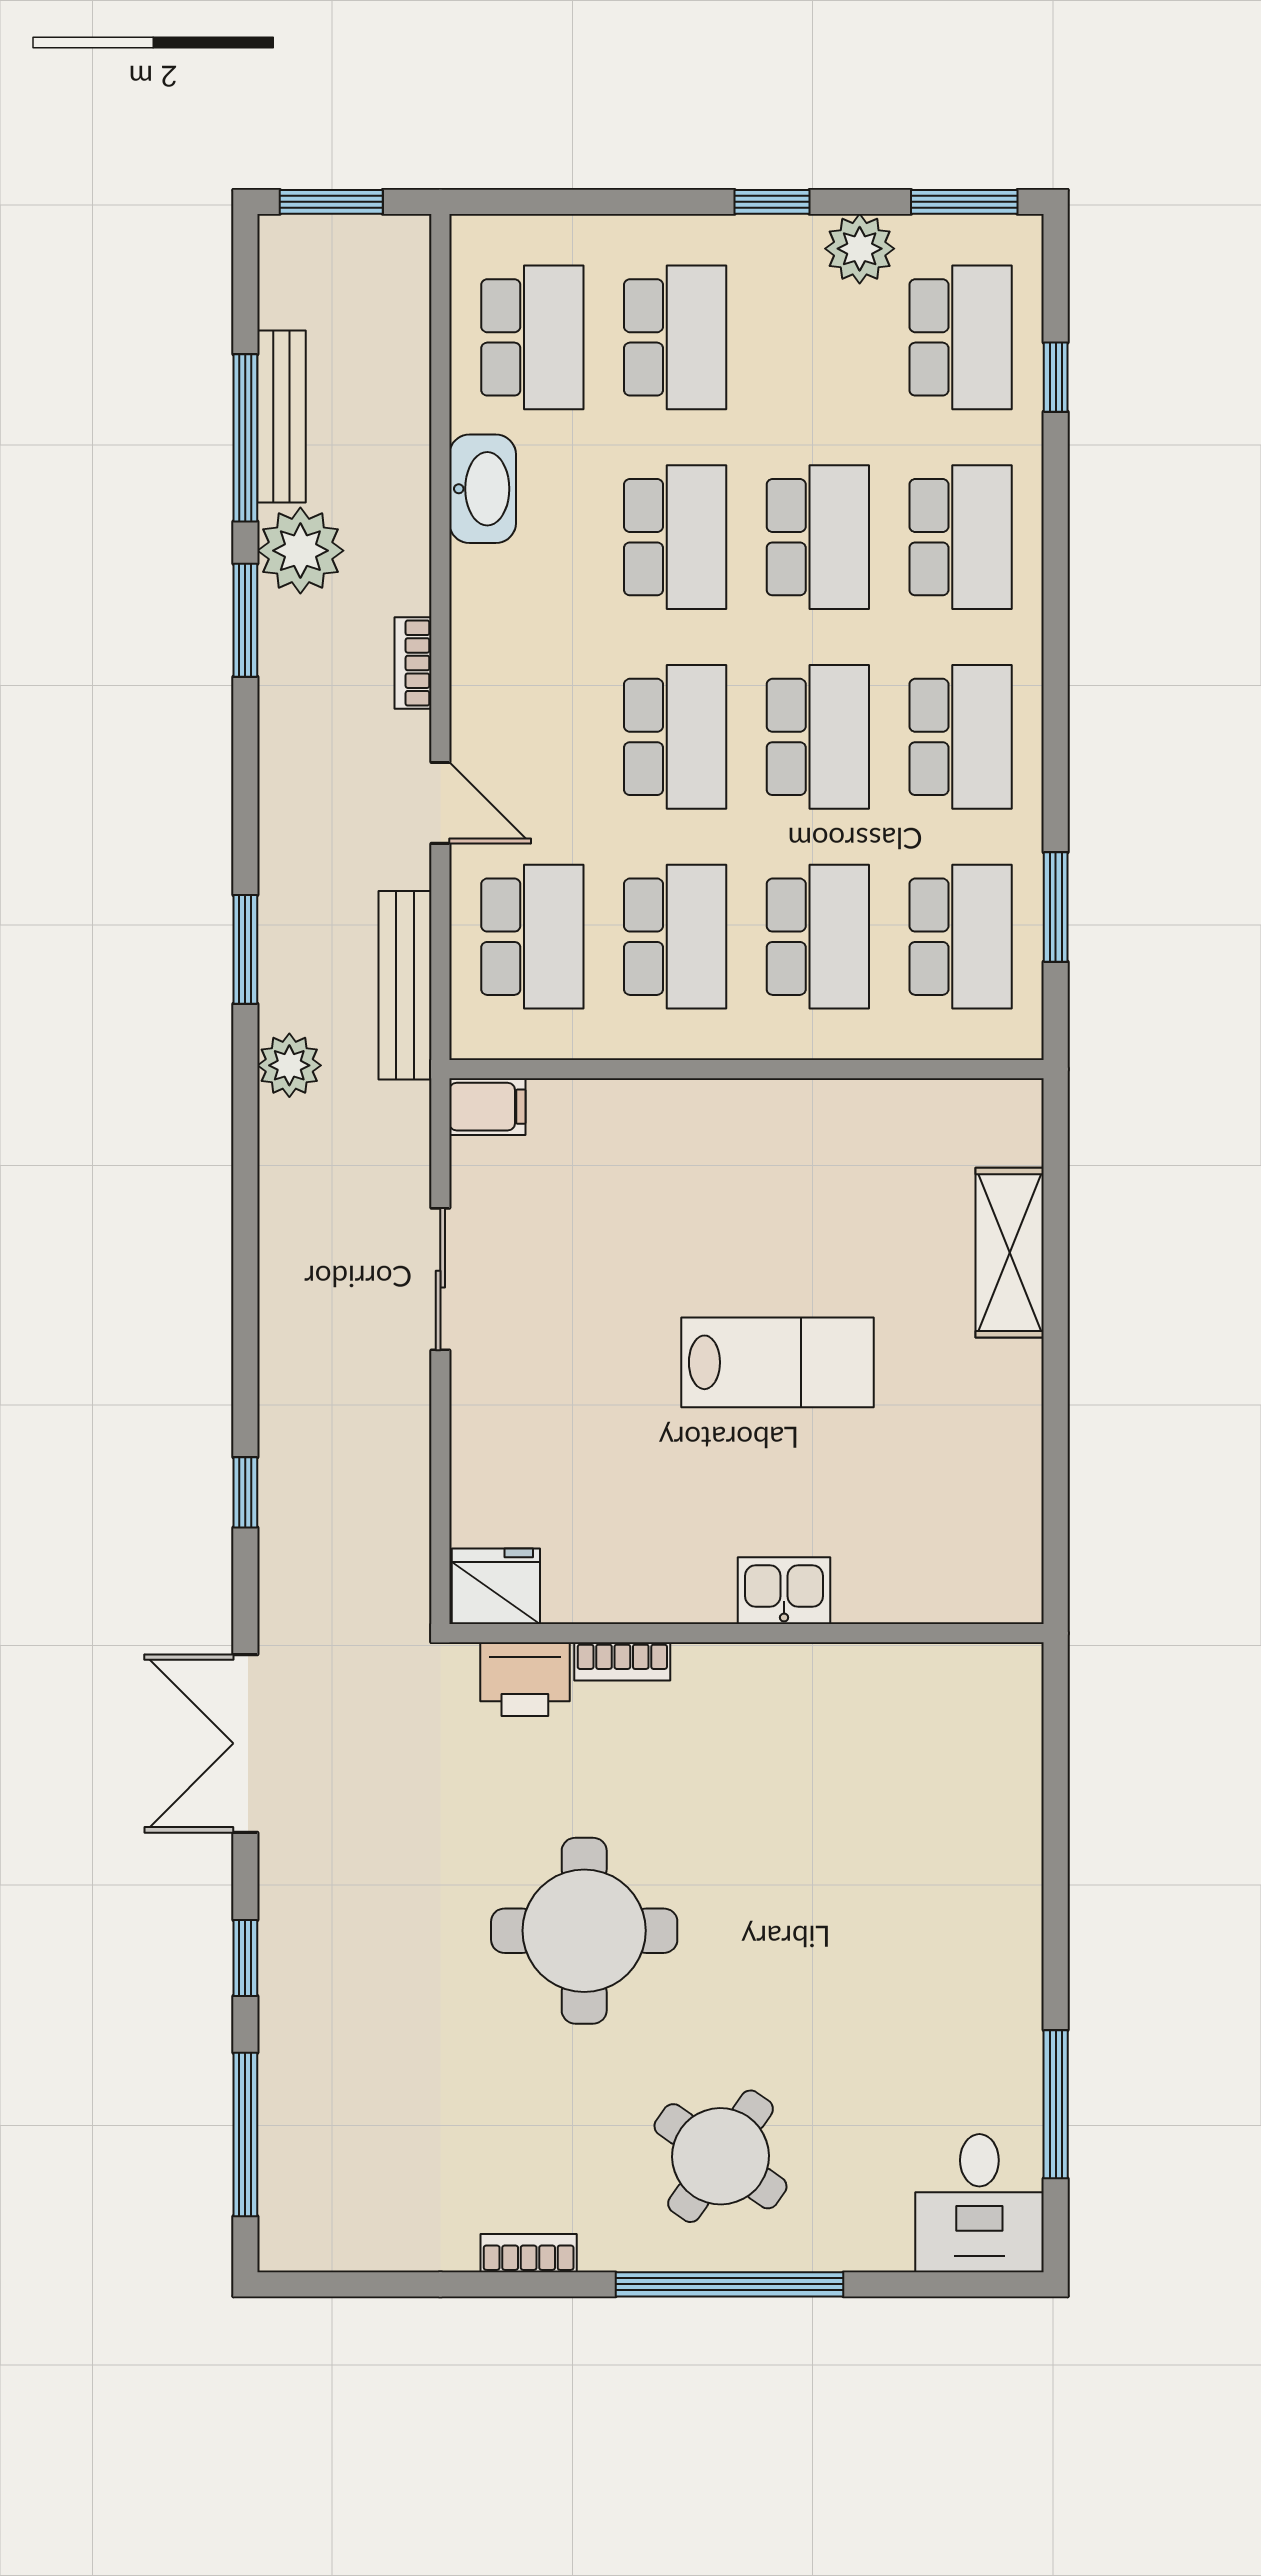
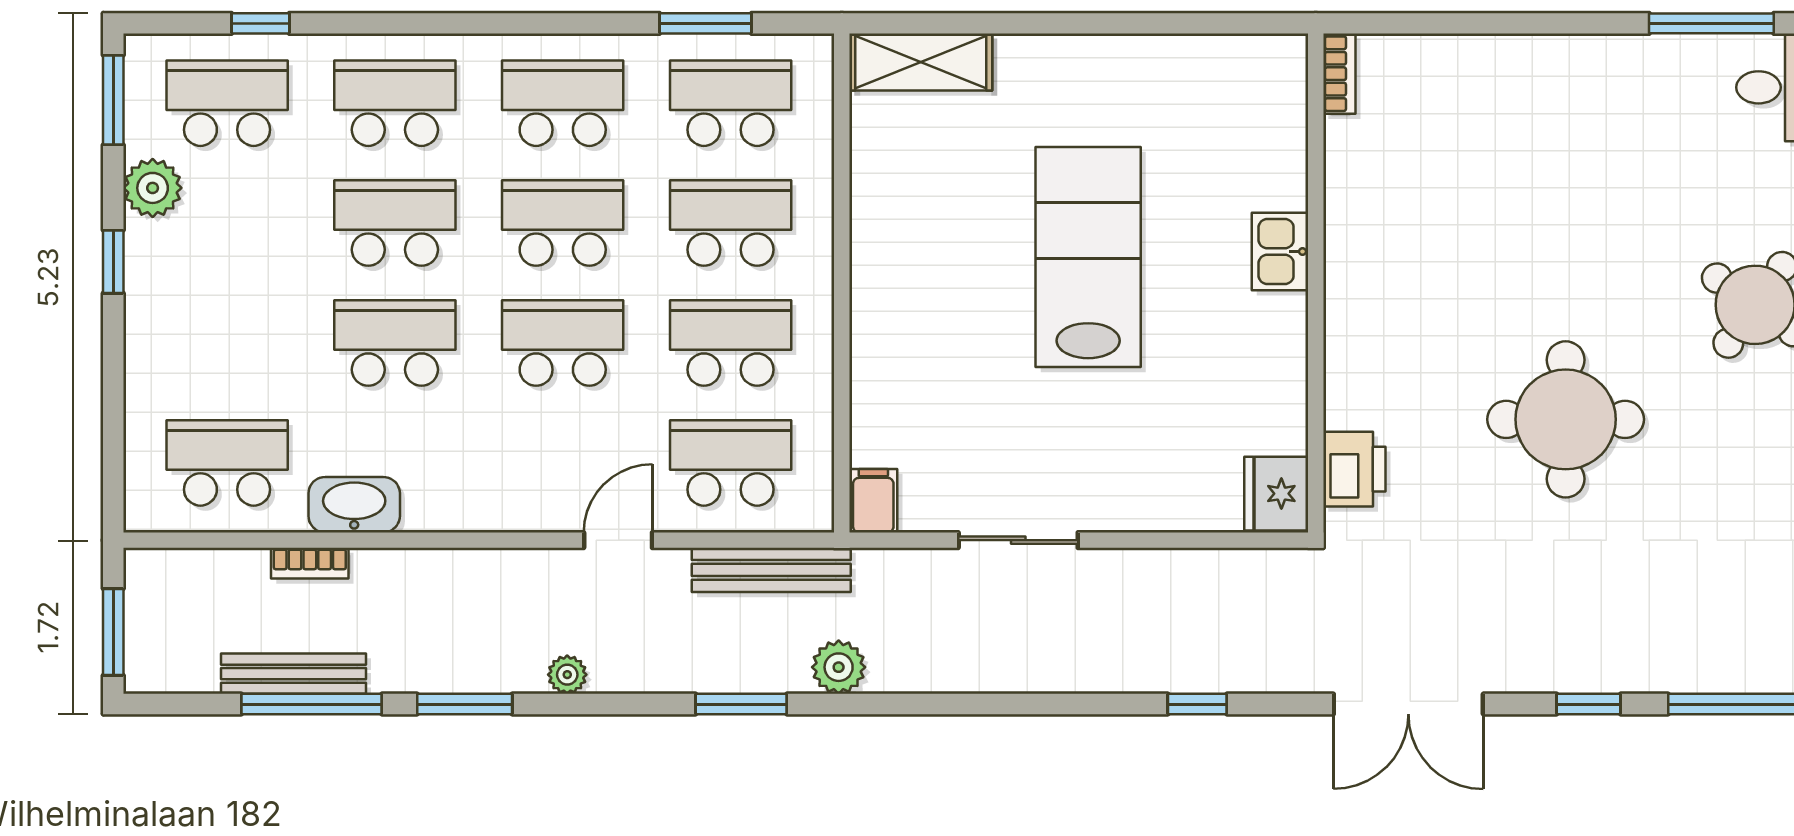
school desk: (675, 337) -> (227, 343), removed
plant: (300, 551) -> (567, 675), moved, width x0.53, depth x0.53
bookcase: (413, 663) -> (310, 563), moved
shelving: (1010, 1253) -> (921, 62), moved
lab bench: (777, 1362) -> (1088, 257), width x1.36, depth x1.39
bookcase: (622, 1661) -> (1339, 74), moved

